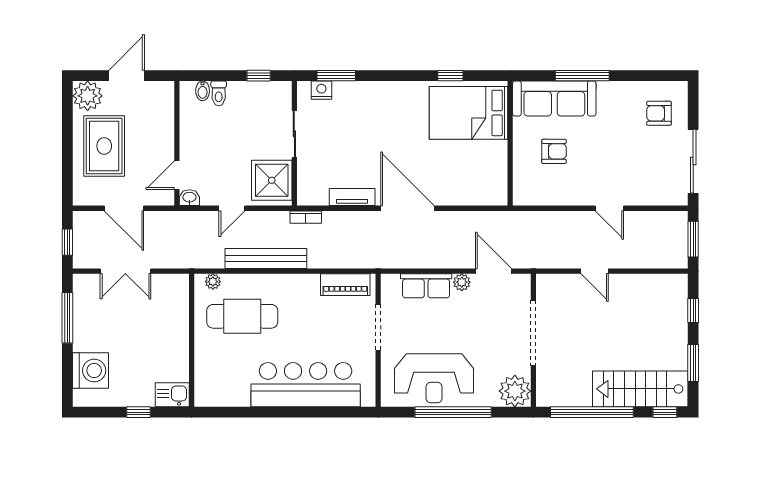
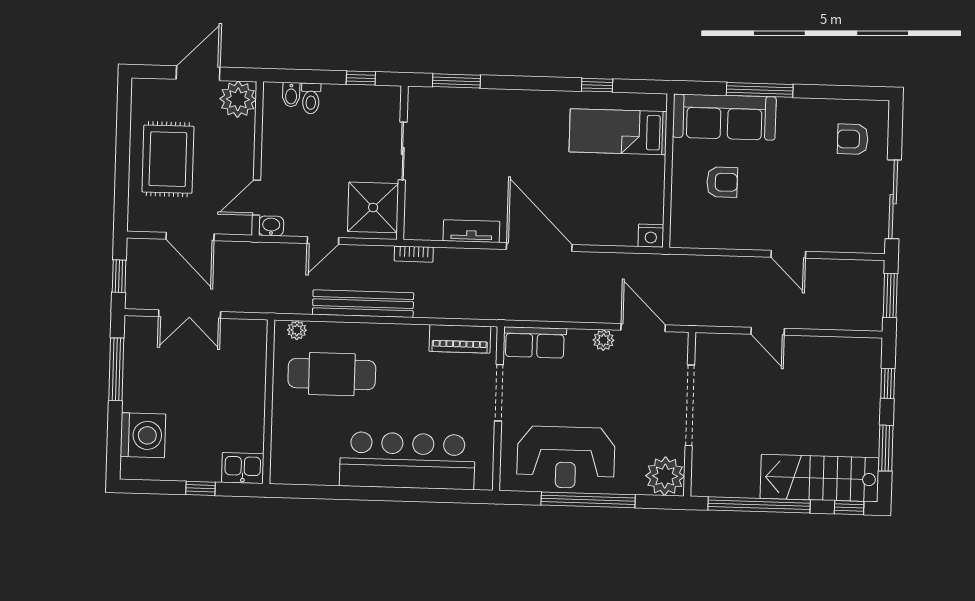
nightstand: (321, 90) -> (651, 236), moved, turned 180
plant: (88, 96) -> (238, 99), moved
bed: (468, 113) -> (618, 132), width x0.67
row of seats: (426, 286) -> (535, 342), moved

